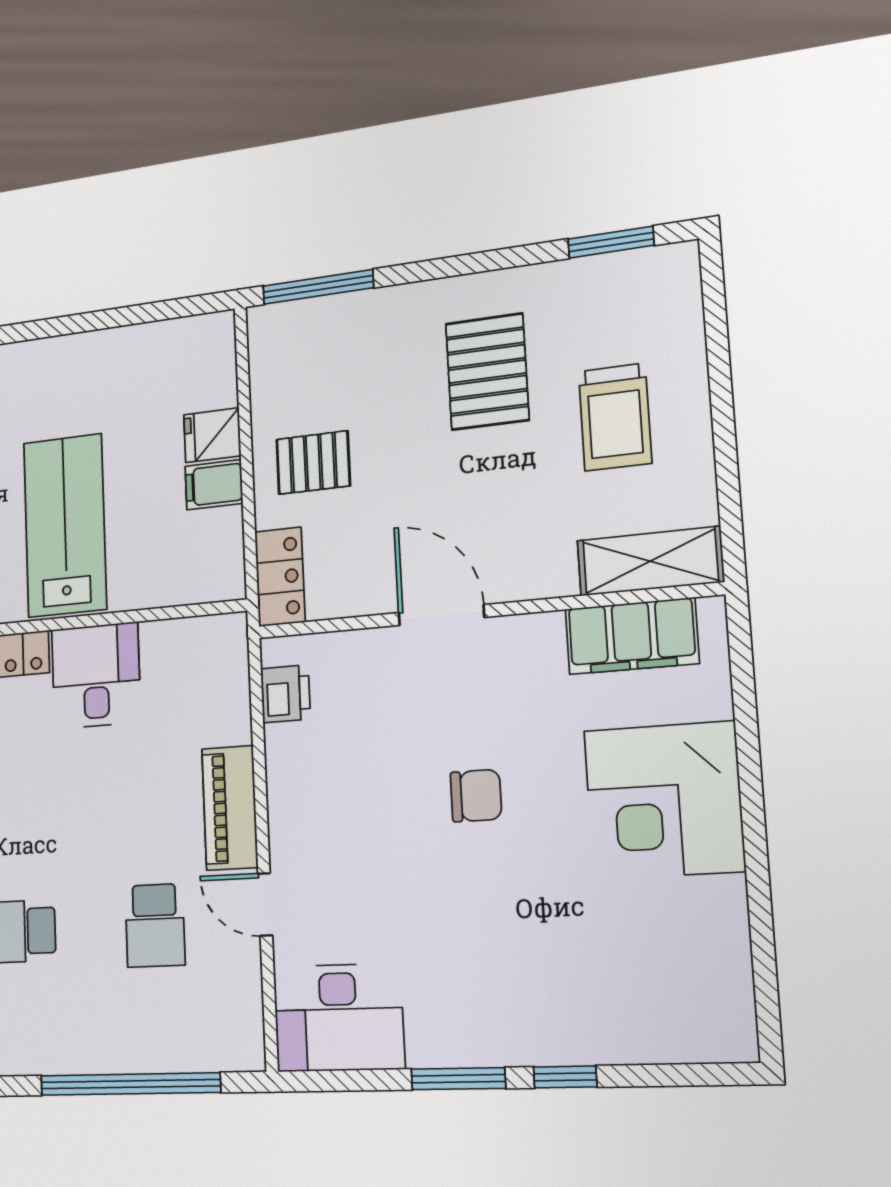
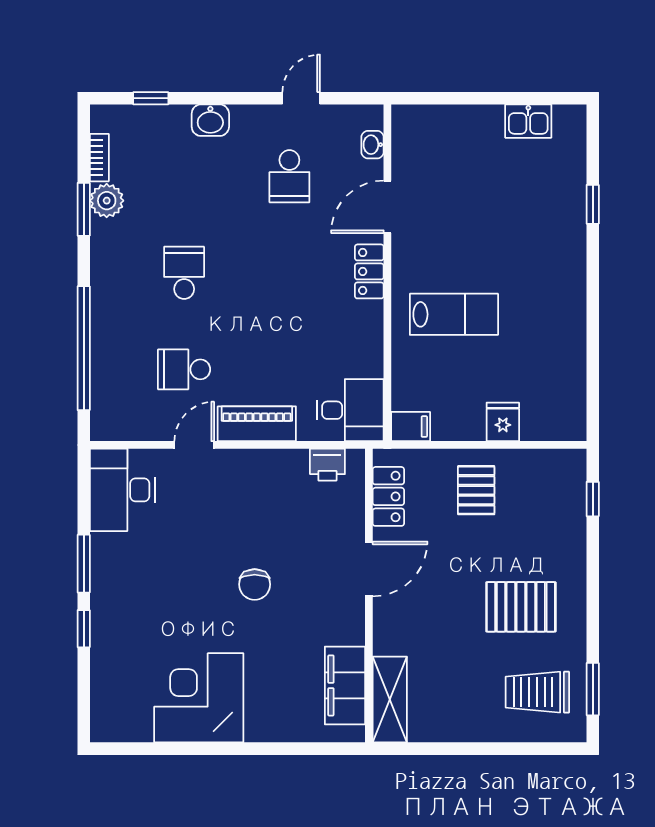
window: (318, 287) -> (593, 499), width x0.46
trolley: (615, 417) -> (537, 692), moved
filing cabinet: (214, 485) -> (411, 427), moved, turned 90
lab bench: (65, 525) -> (454, 314), width x0.73, depth x0.72
locker: (280, 577) -> (388, 496), moved, turned -90
desk: (96, 676) -> (350, 410), moved
corner desk: (664, 800) -> (199, 698), moved

